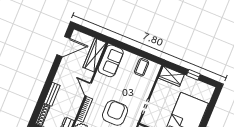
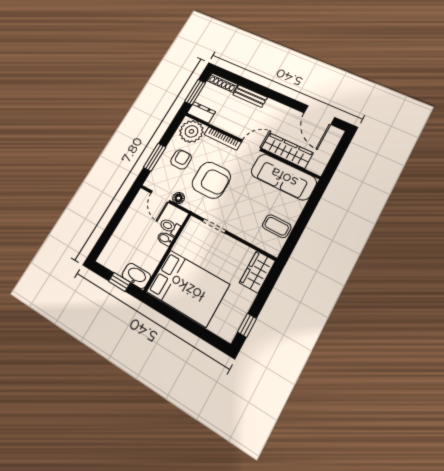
wardrobe: (95, 55) -> (287, 151), moved
sofa: (111, 61) -> (284, 177), width x1.36
window: (193, 75) -> (247, 325), moved

